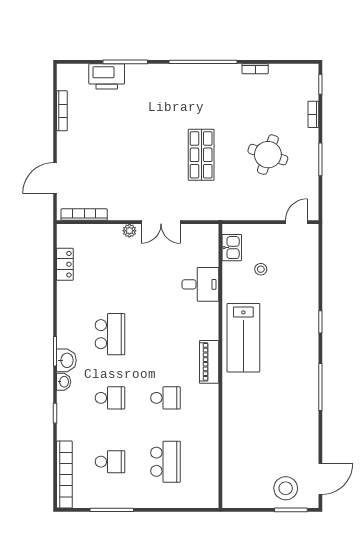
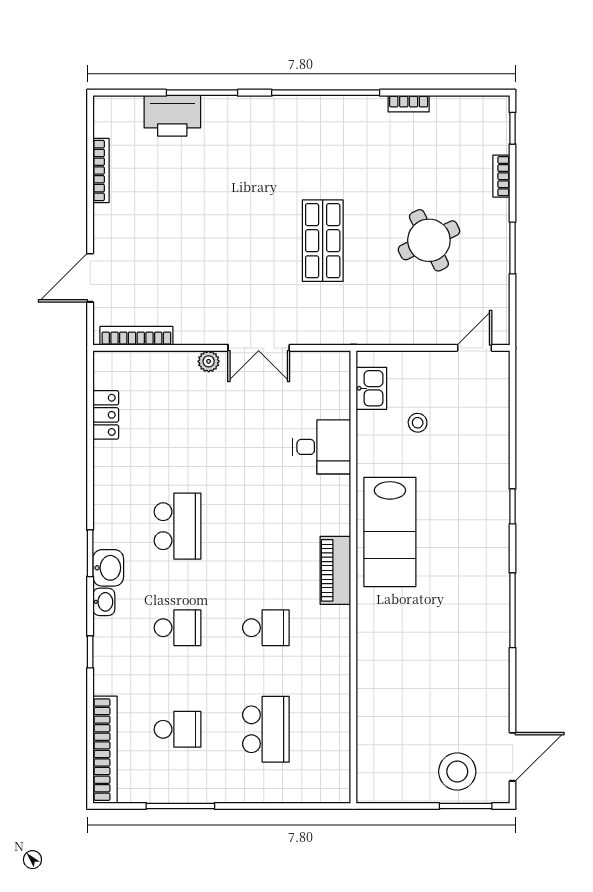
round table: (268, 155) -> (429, 240), turned 45

